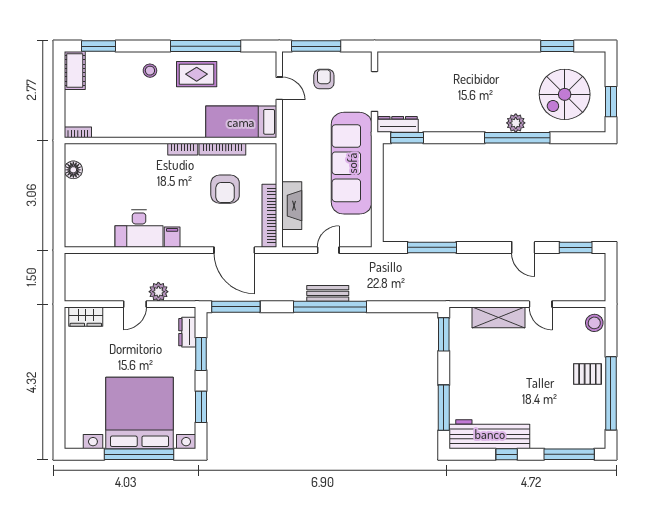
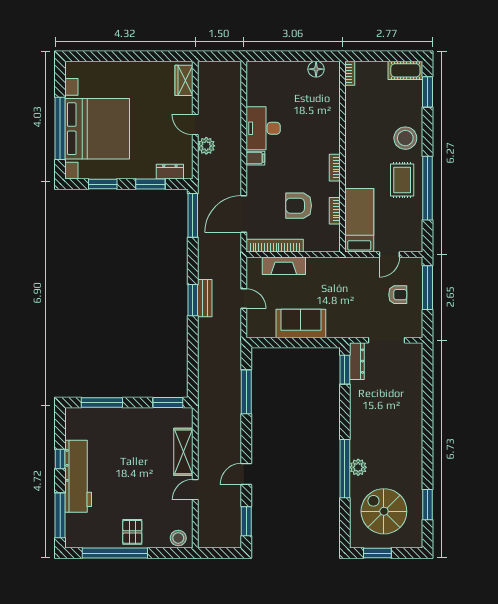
stool: (150, 71) -> (405, 138), width x1.89, depth x1.89
bookcase: (222, 149) -> (335, 211), width x0.64
sofa: (352, 163) -> (301, 323), width x0.54, depth x0.79
window: (330, 307) -> (193, 300), width x0.47
workbench: (490, 434) -> (78, 476), moved

